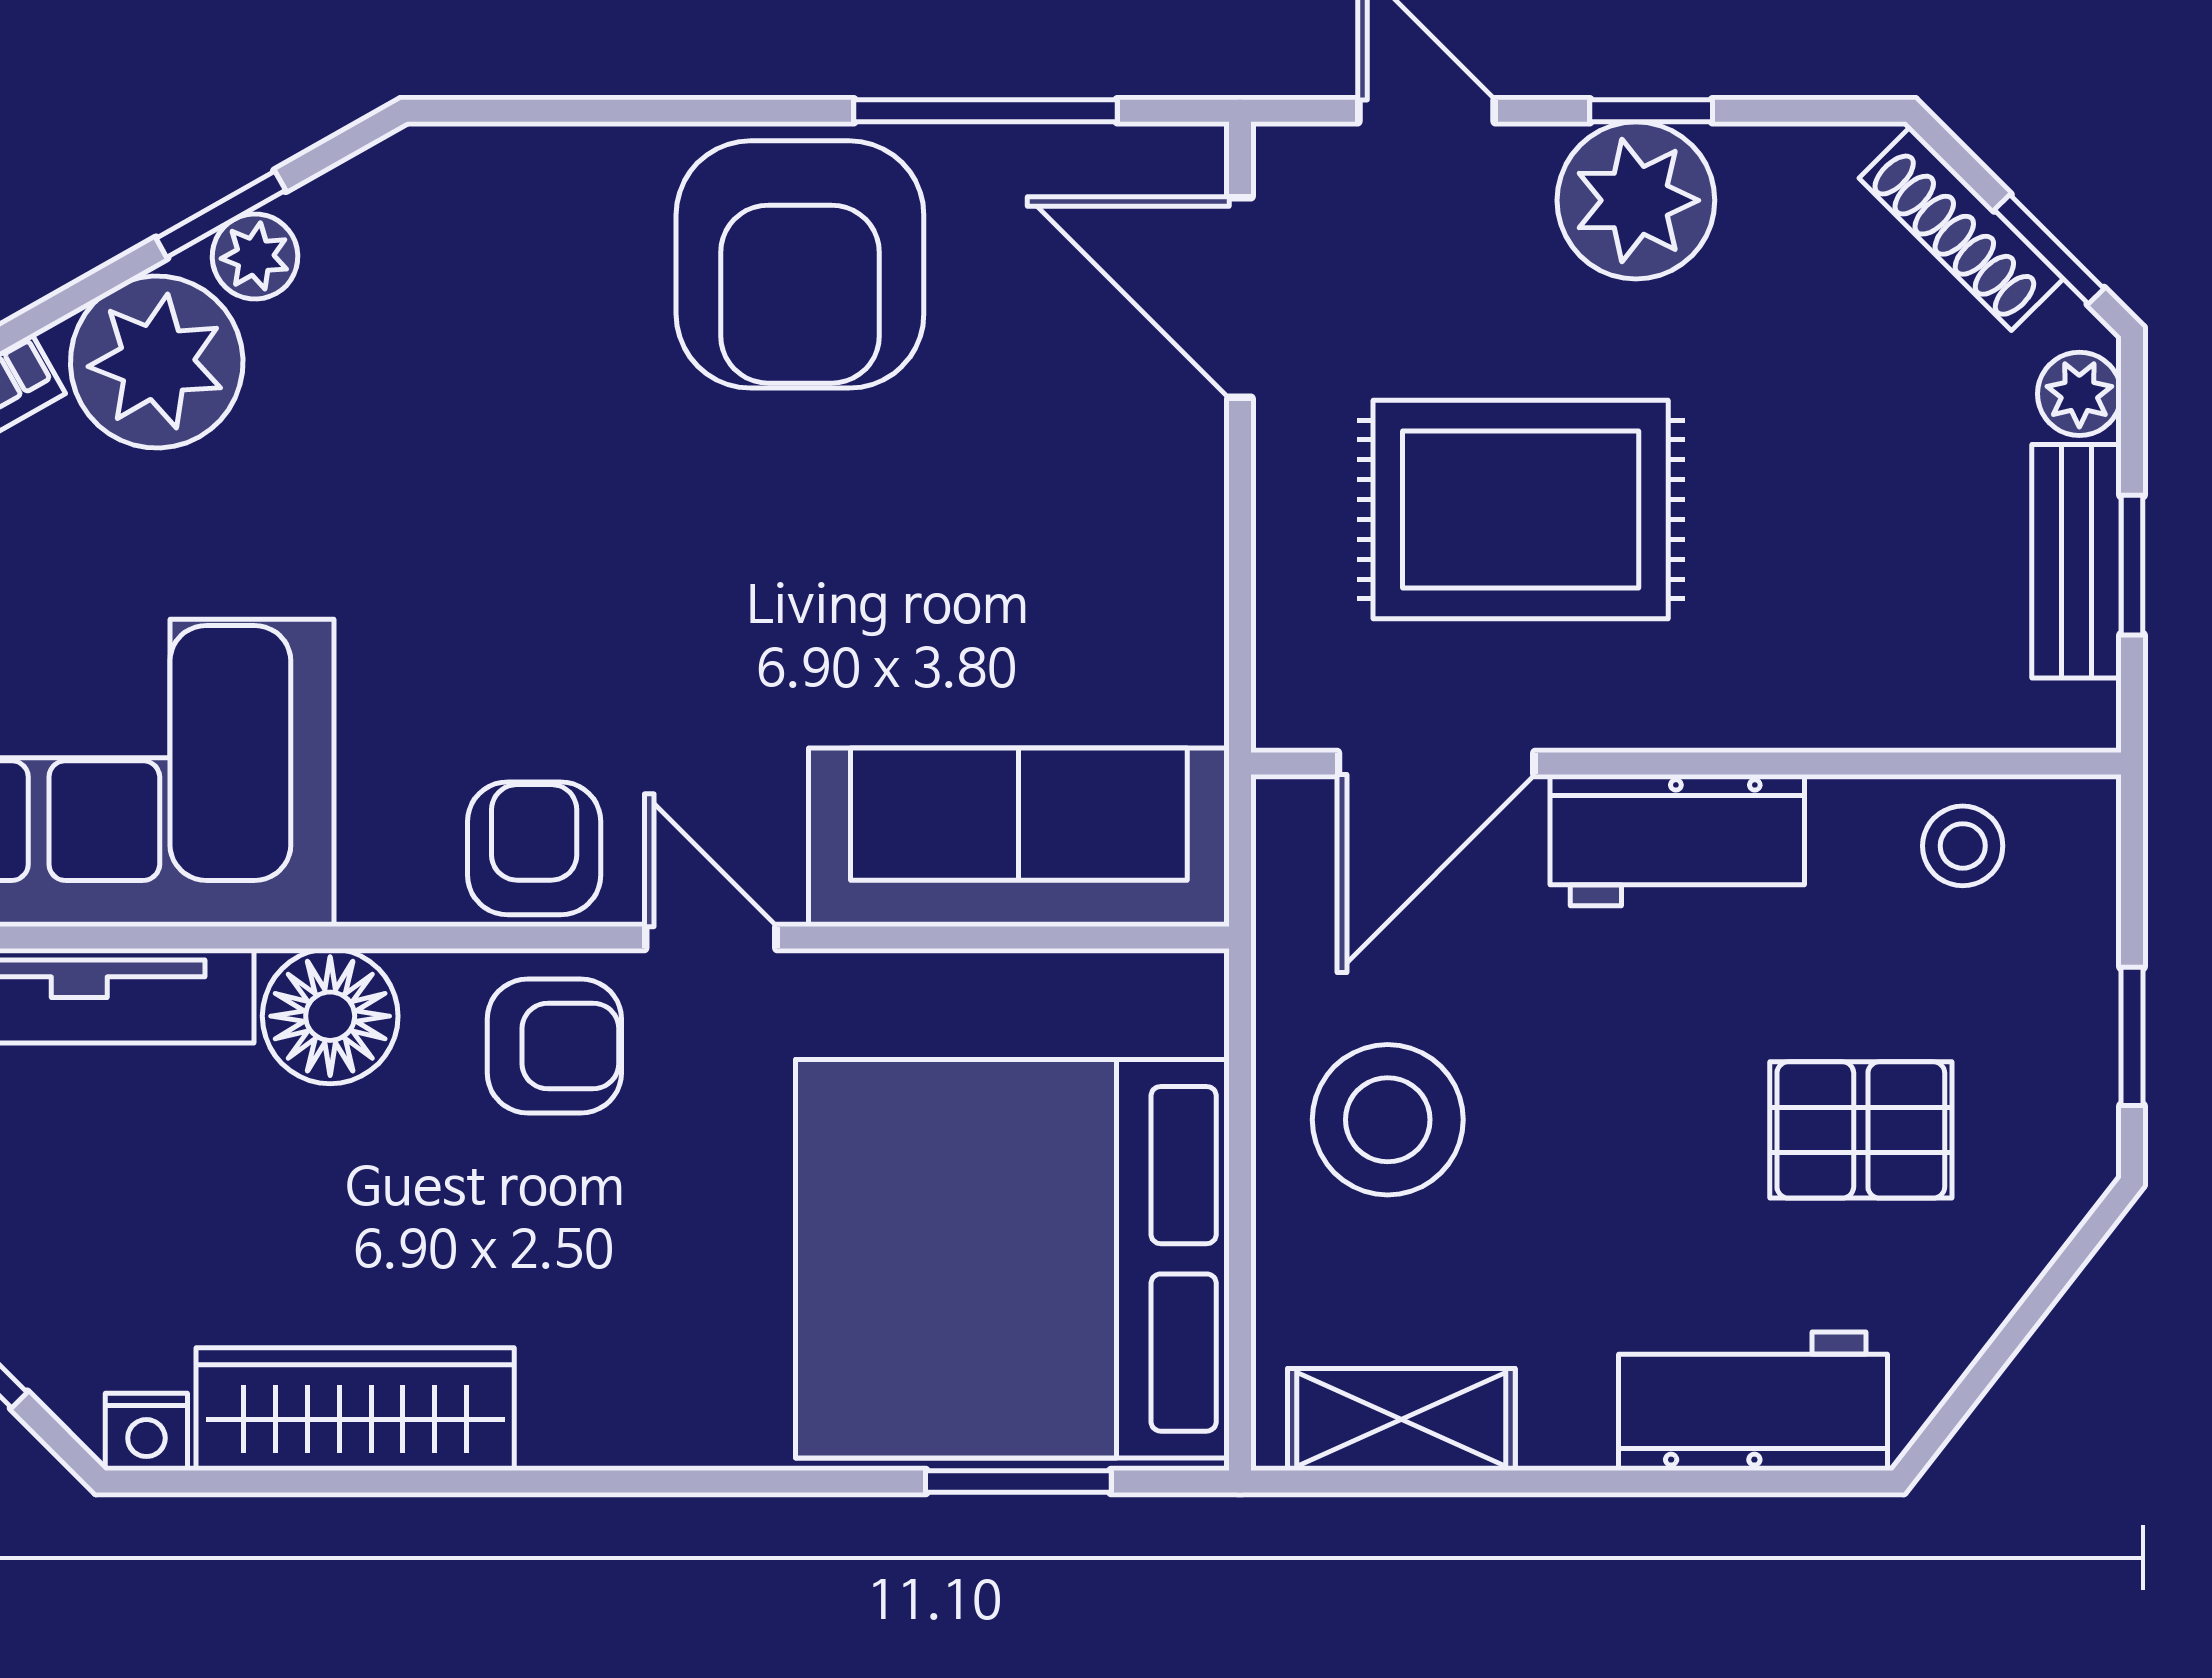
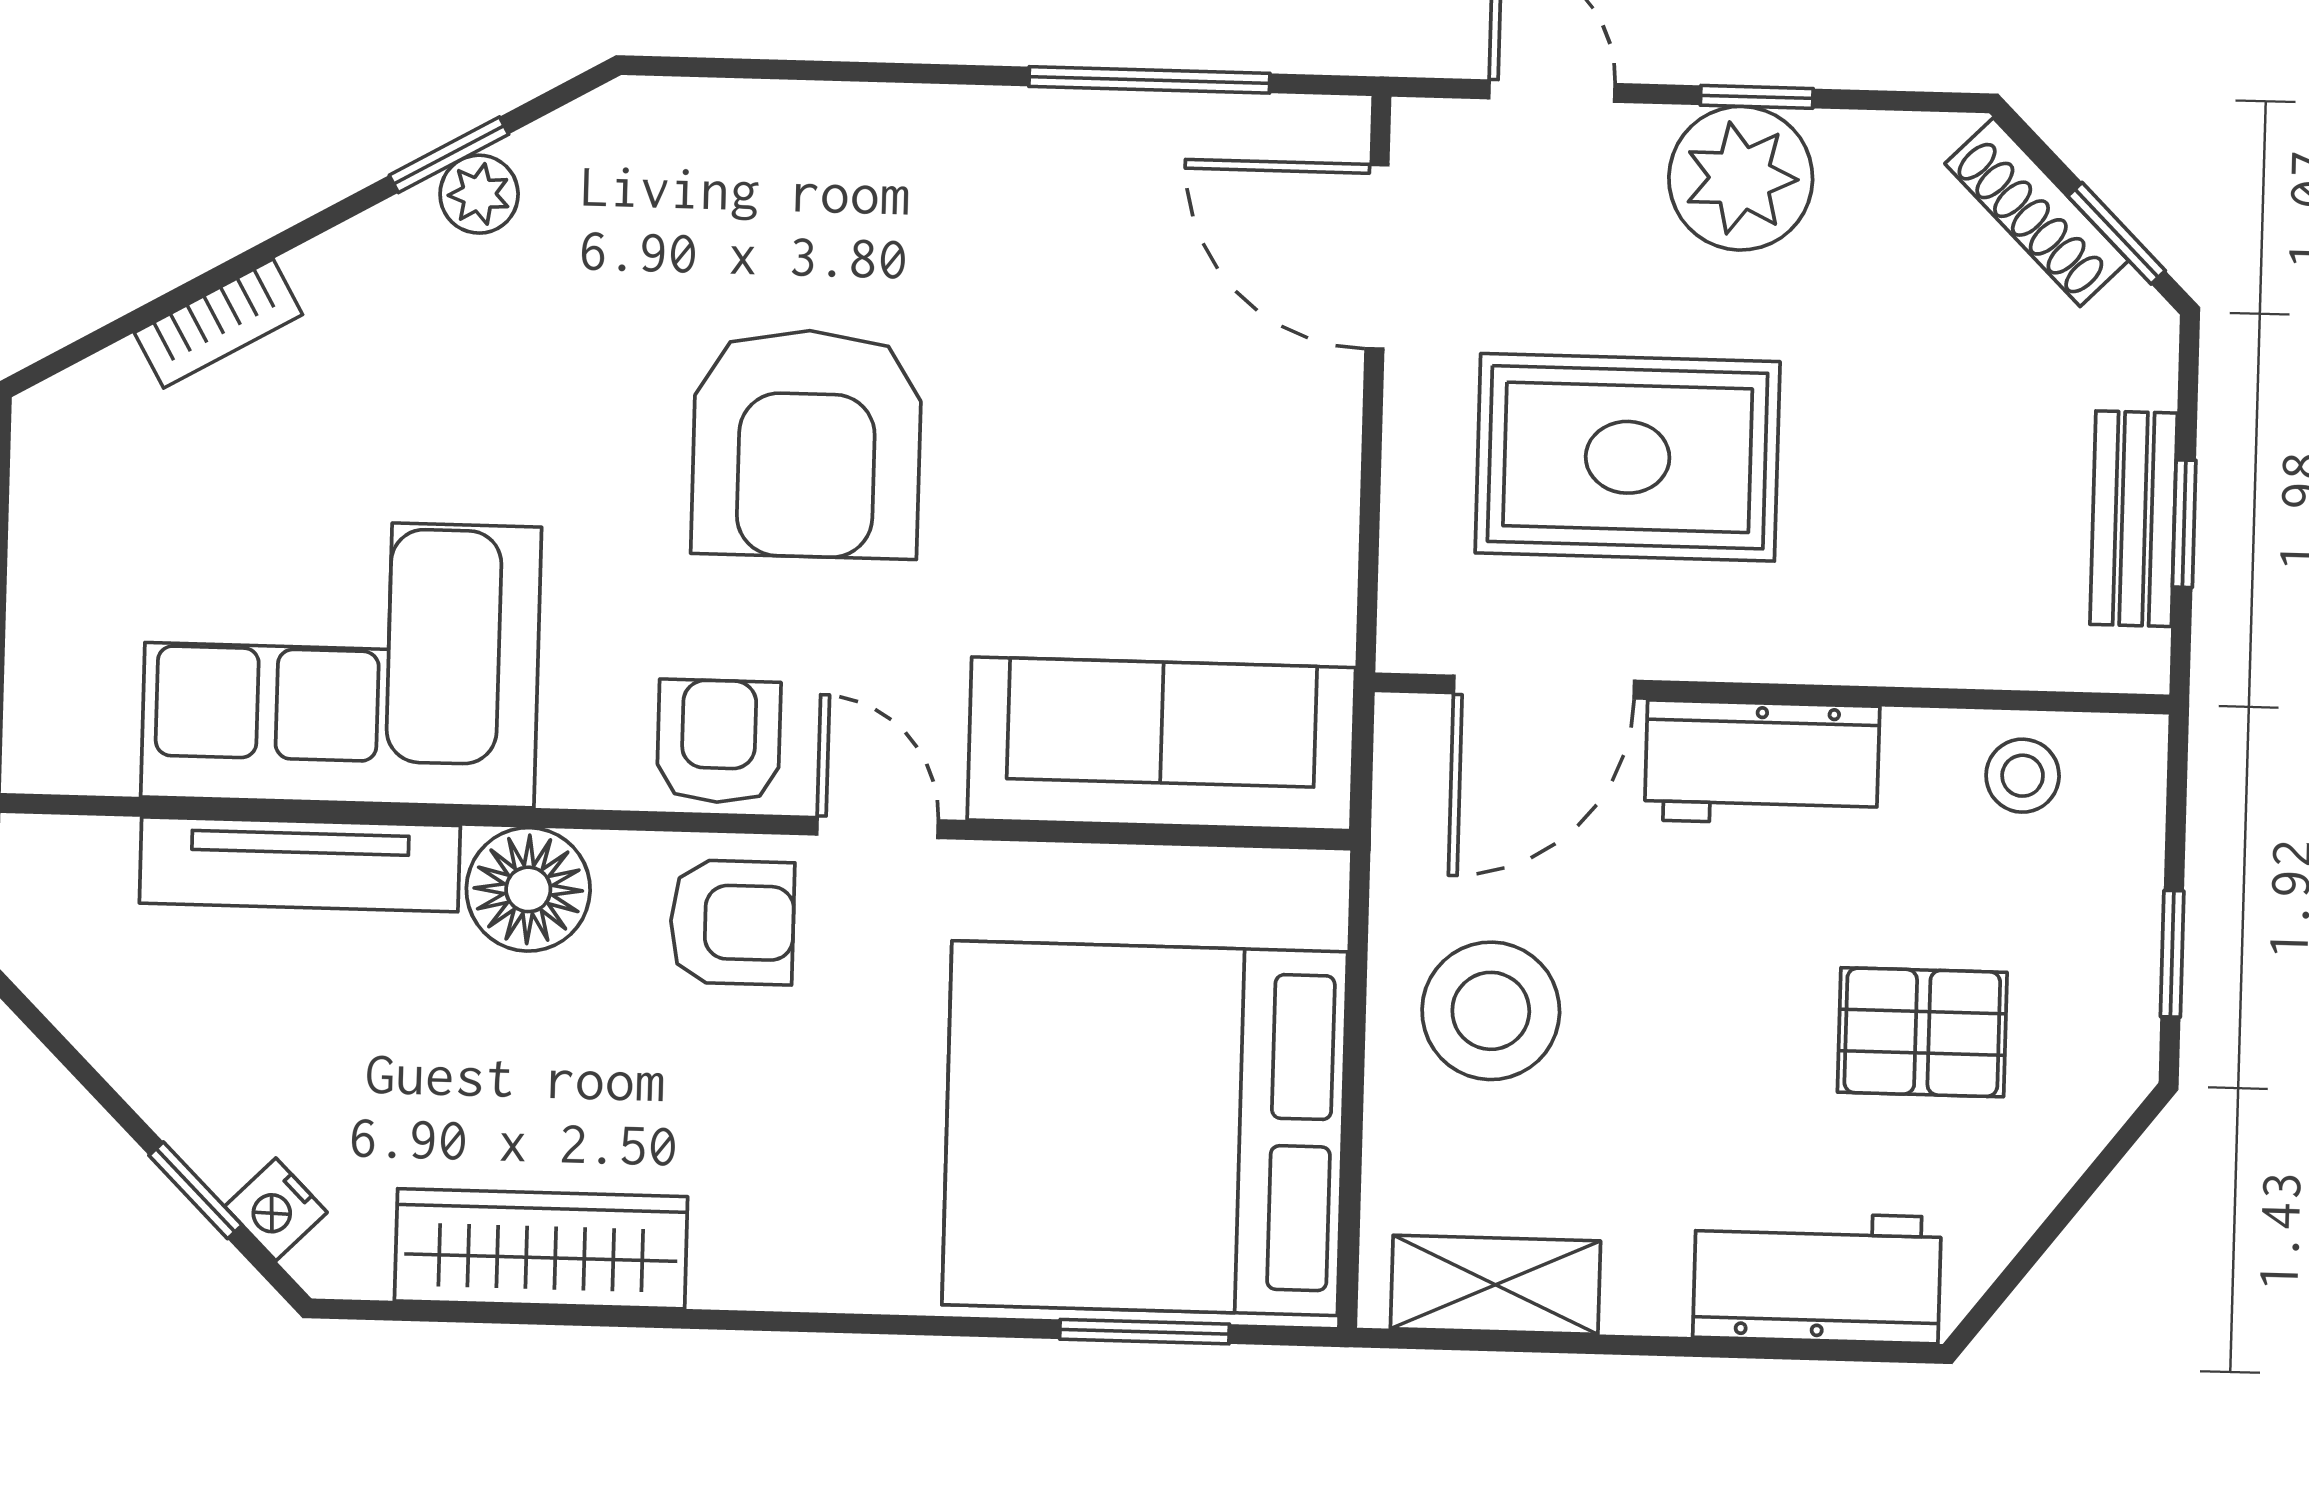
armchair: (800, 264) -> (807, 443), moved
plant: (157, 362) -> (387, 288), removed
plant: (2079, 394) -> (2140, 366), removed
nightstand: (146, 1432) -> (276, 1209), moved, turned 45

